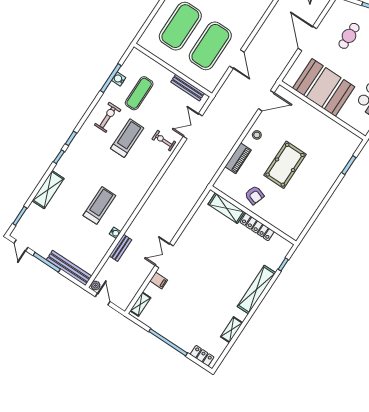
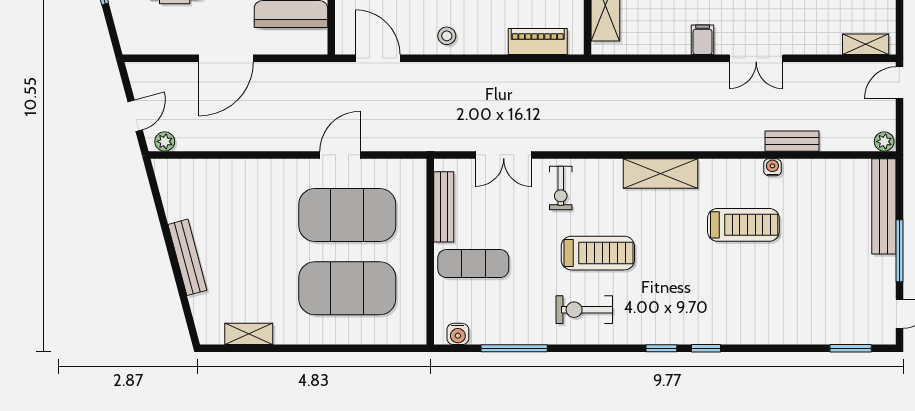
water cooler: (119, 79) -> (458, 334), moved
exercise mat: (139, 93) -> (473, 264), moved
treadmill: (127, 138) -> (598, 253), turned 180
piano: (238, 158) -> (538, 41), moved
shelving: (48, 190) -> (660, 173), moved
treadmill: (99, 205) -> (743, 225), turned 180
filing cabinet: (159, 280) -> (703, 40), moved
door: (103, 299) -> (899, 83), moved

